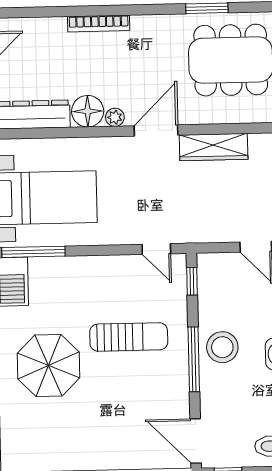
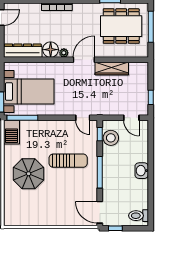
stool: (222, 347) -> (111, 138), moved

